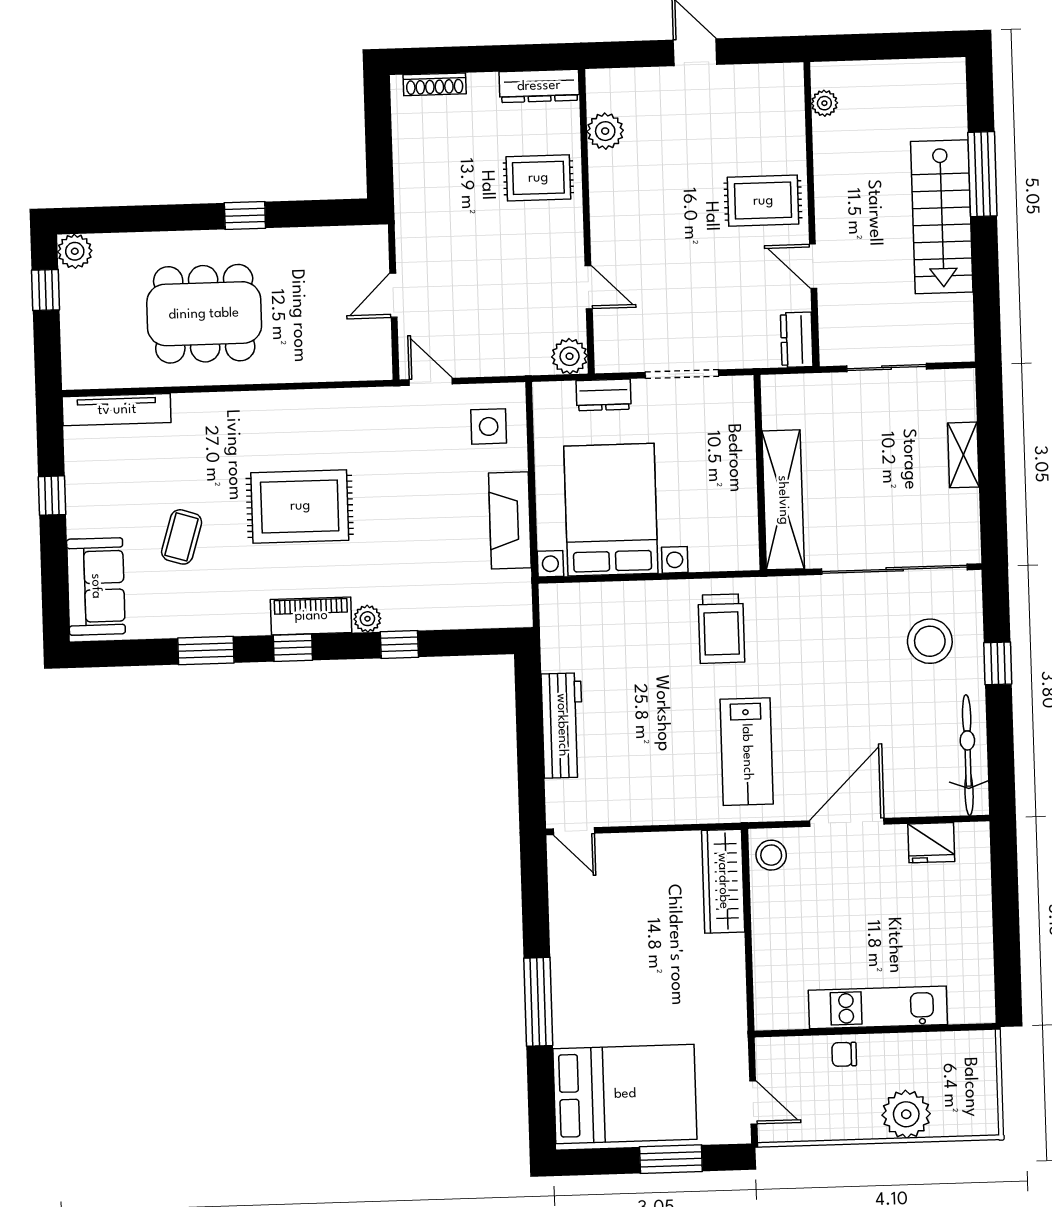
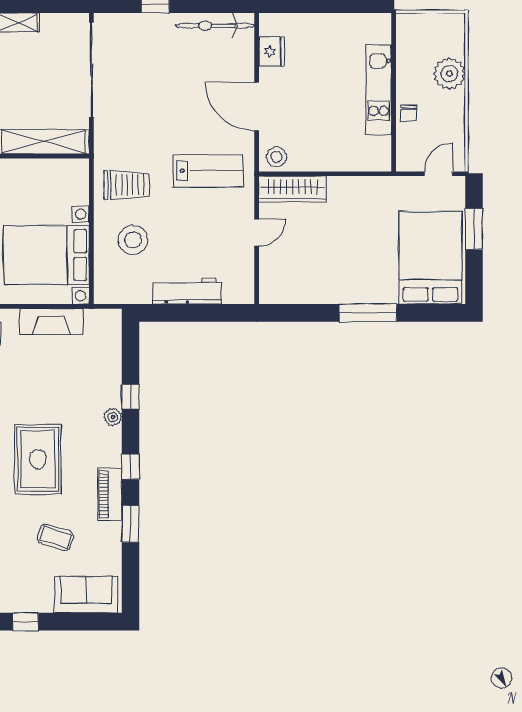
piano: (311, 616) -> (110, 494), moved
stool: (930, 641) -> (133, 240), moved
door: (574, 831) -> (257, 232), moved

